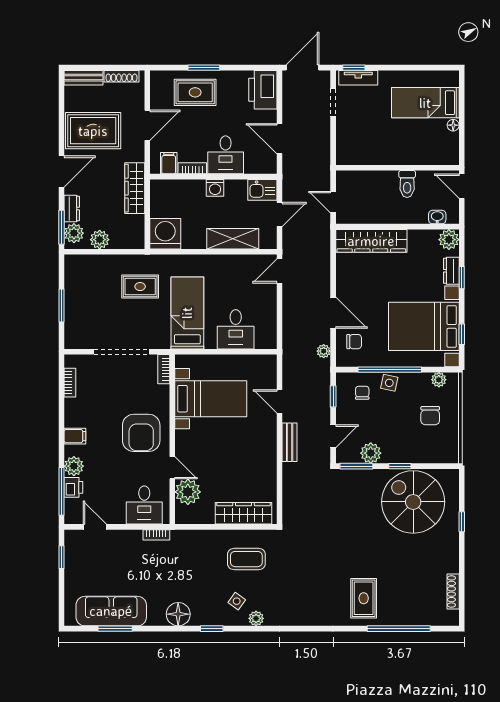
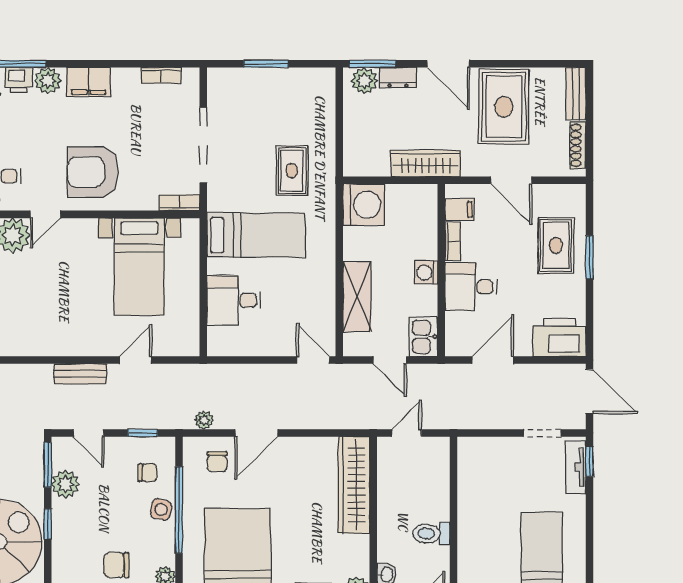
plant: (100, 240) -> (356, 116), removed
filing cabinet: (75, 436) -> (89, 82), width x2.00

